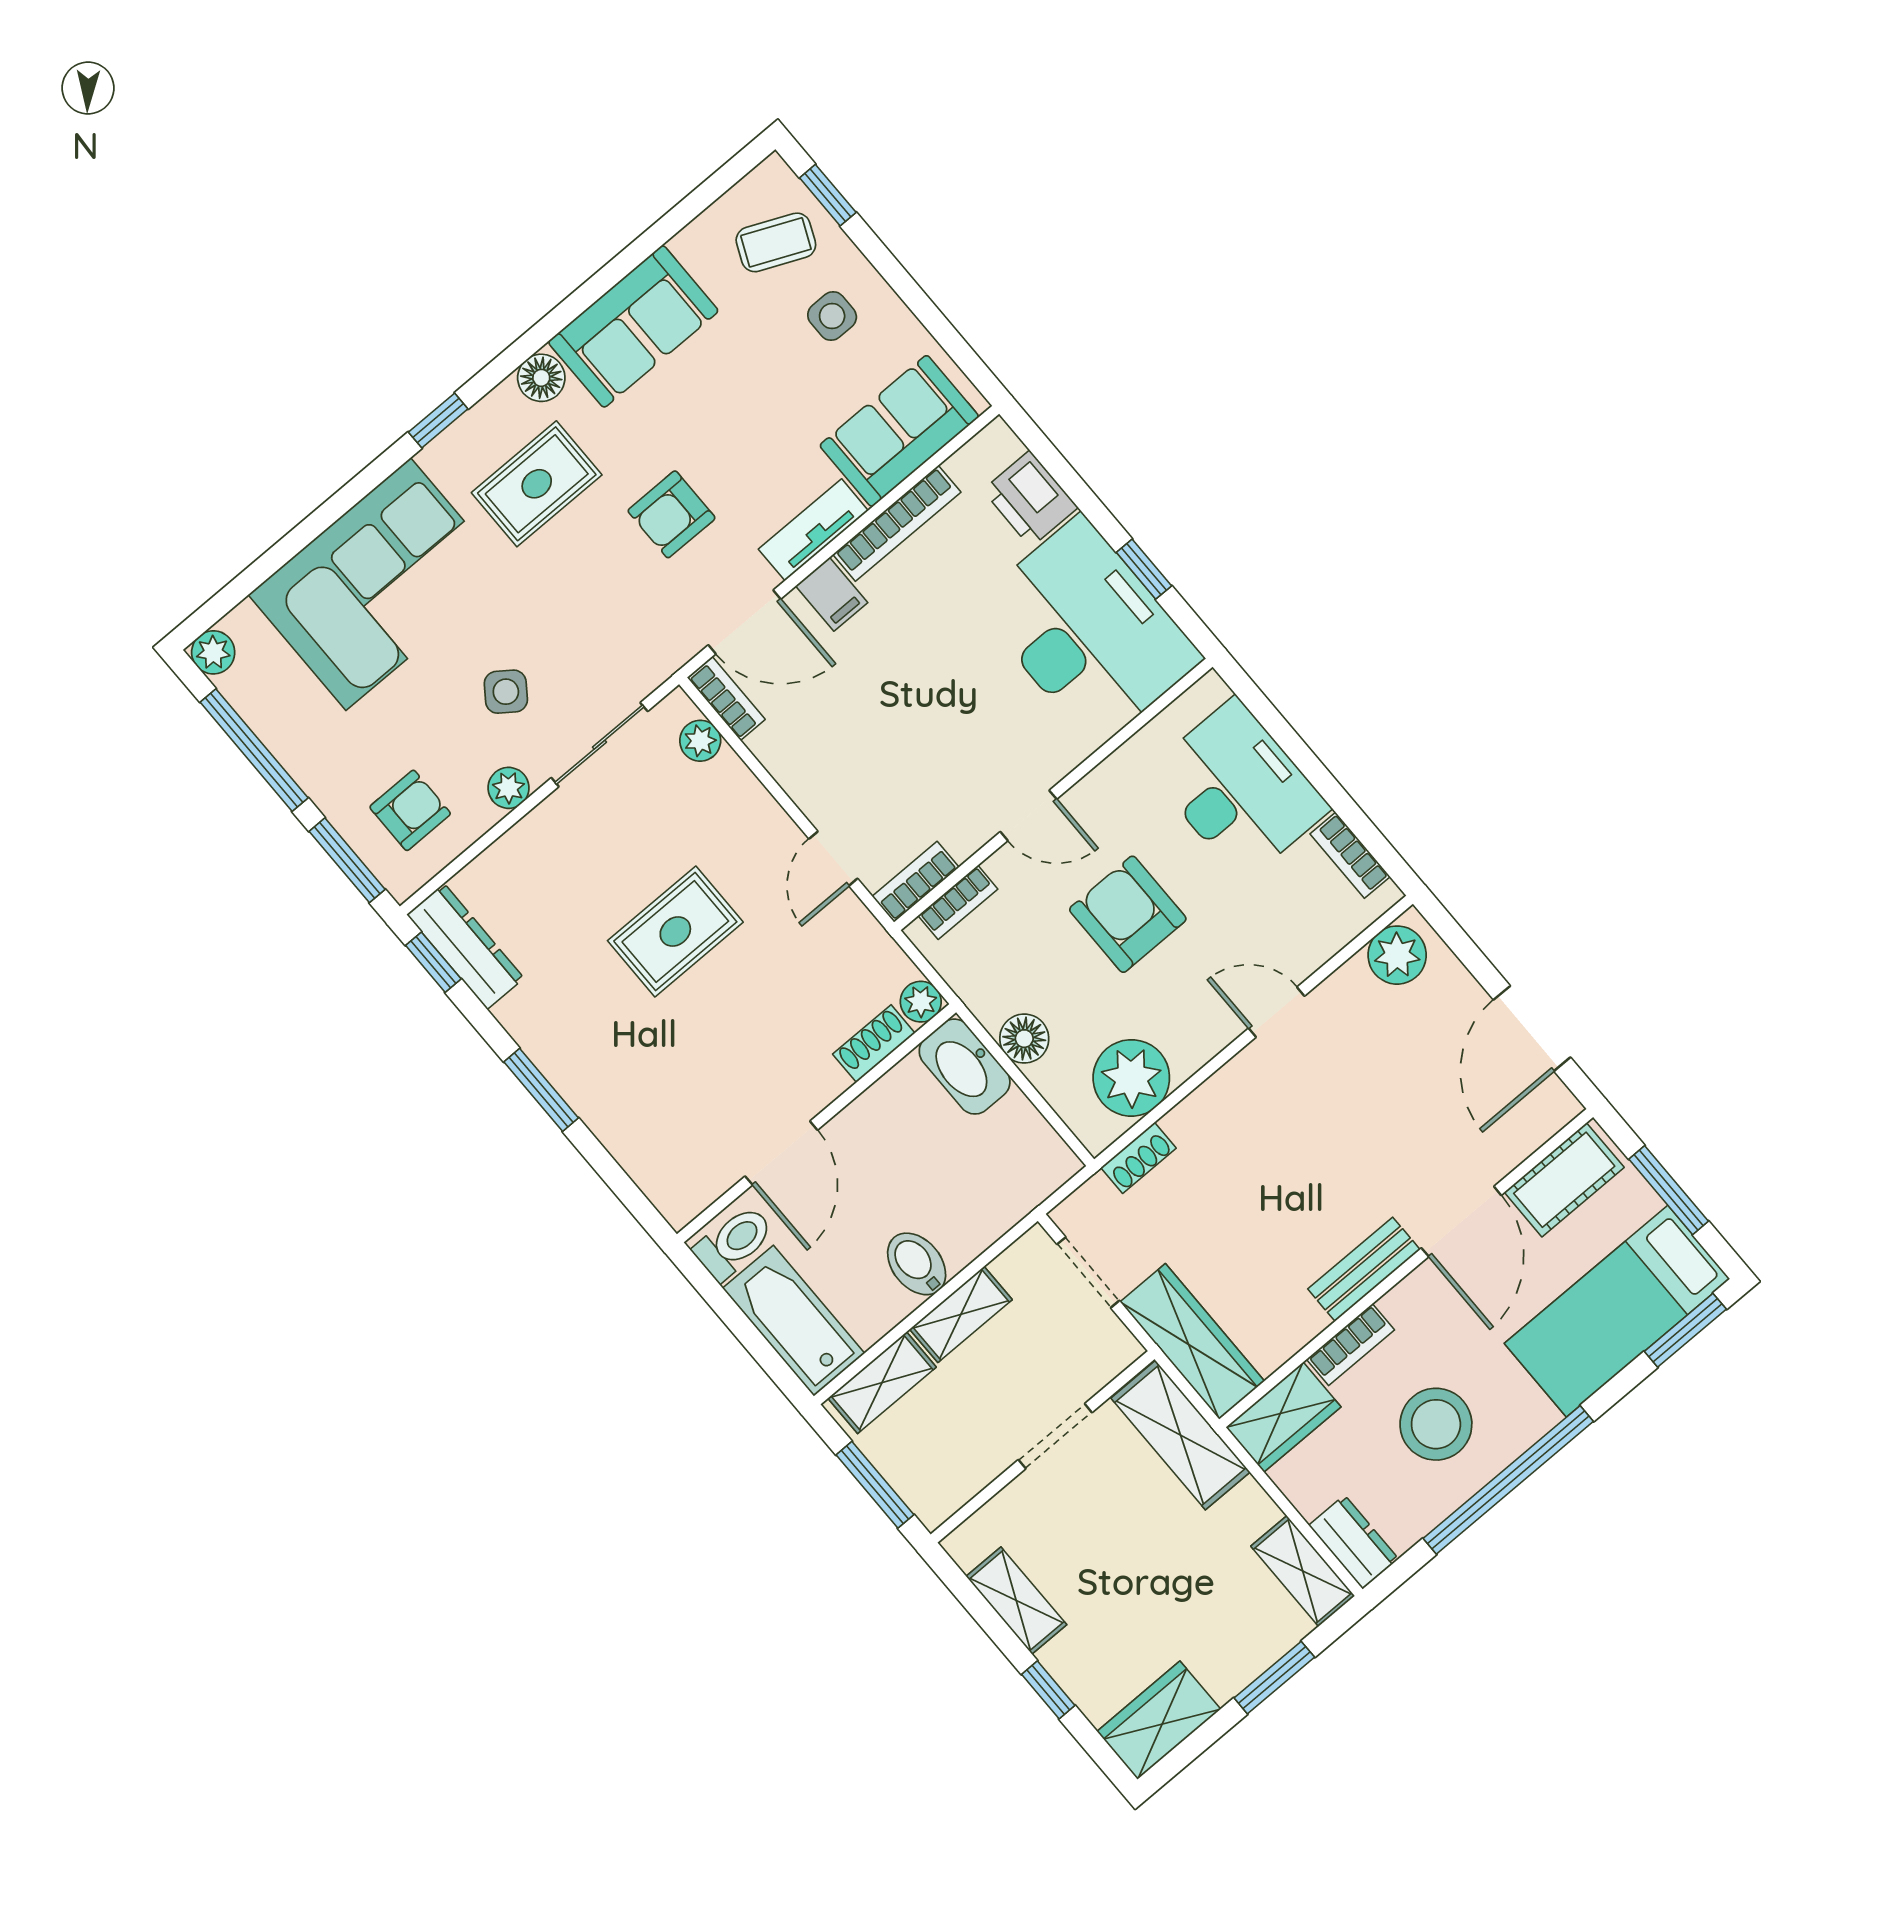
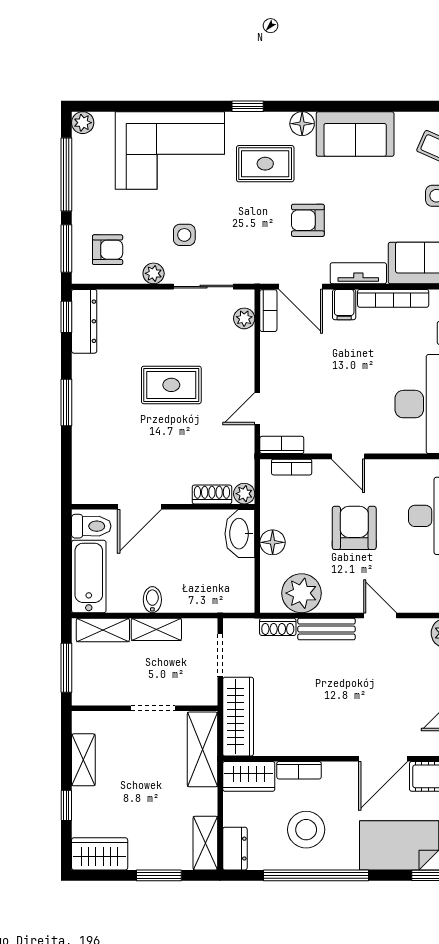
side table: (506, 692) -> (184, 235), turned -36
bidet: (917, 1264) -> (152, 600), width x0.72, depth x0.74
bench: (1364, 1269) -> (326, 629), moved

